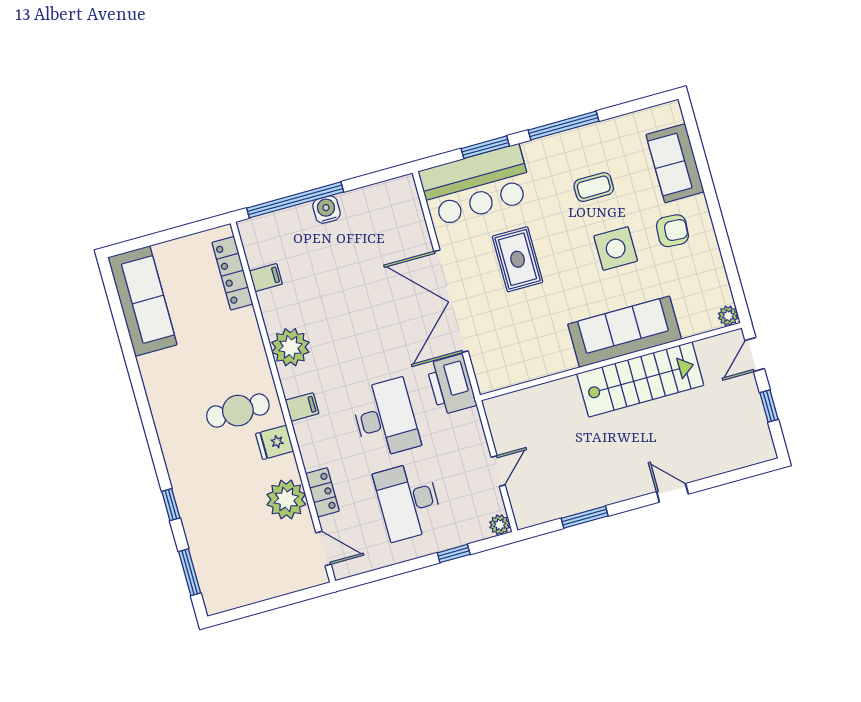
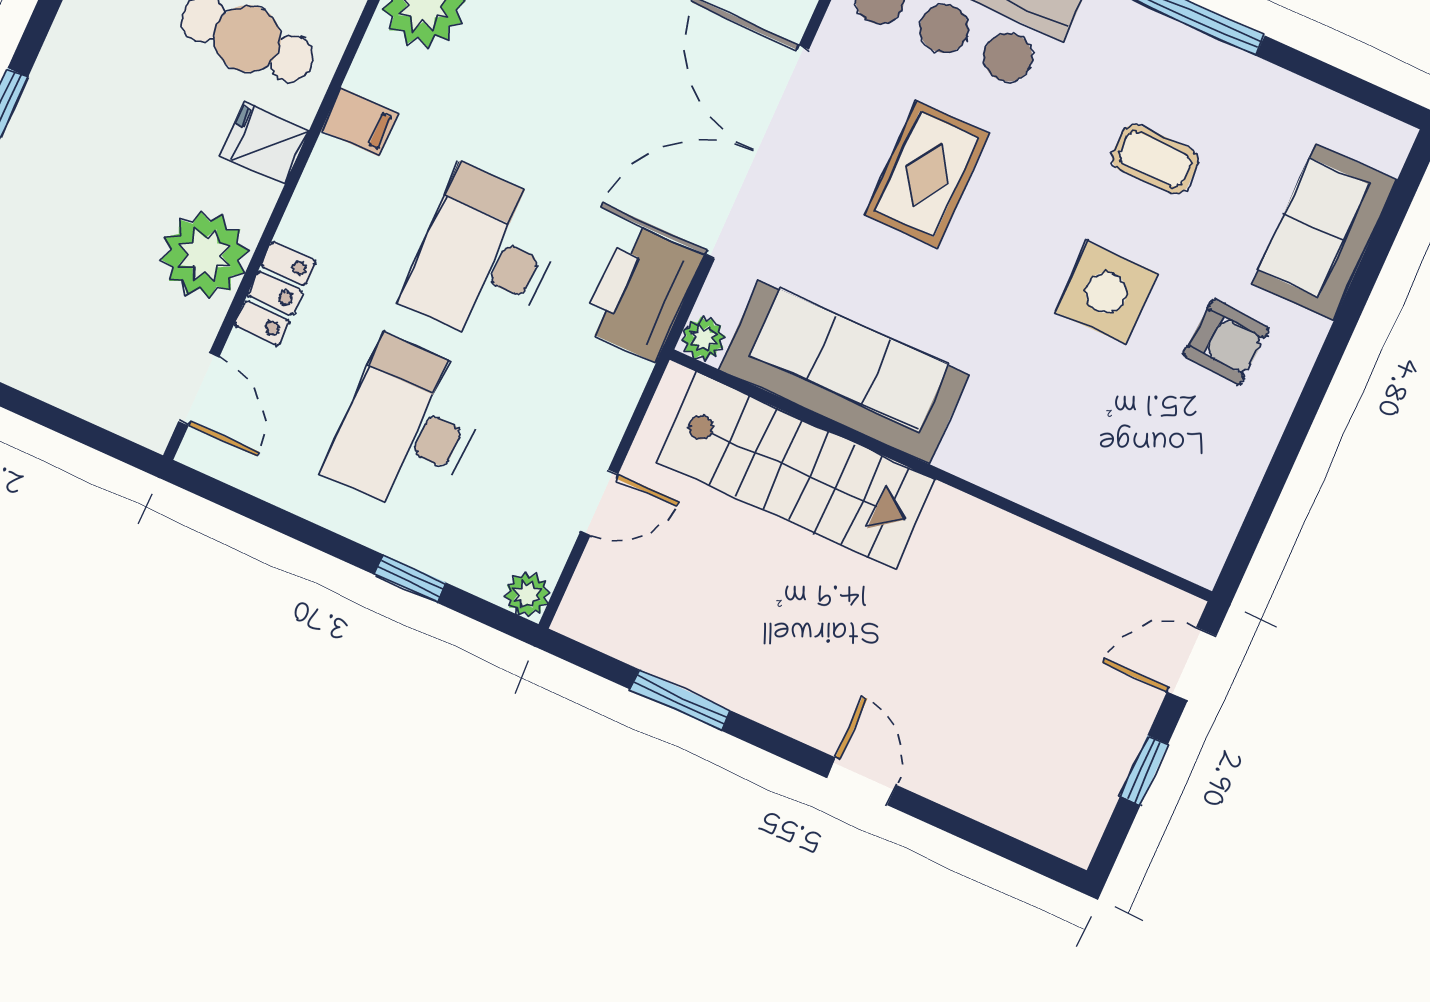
plant: (728, 316) -> (703, 338), moved
sofa: (625, 332) -> (844, 372), moved
stairs: (640, 379) -> (796, 470), moved
desk: (385, 418) -> (484, 257), turned 180

